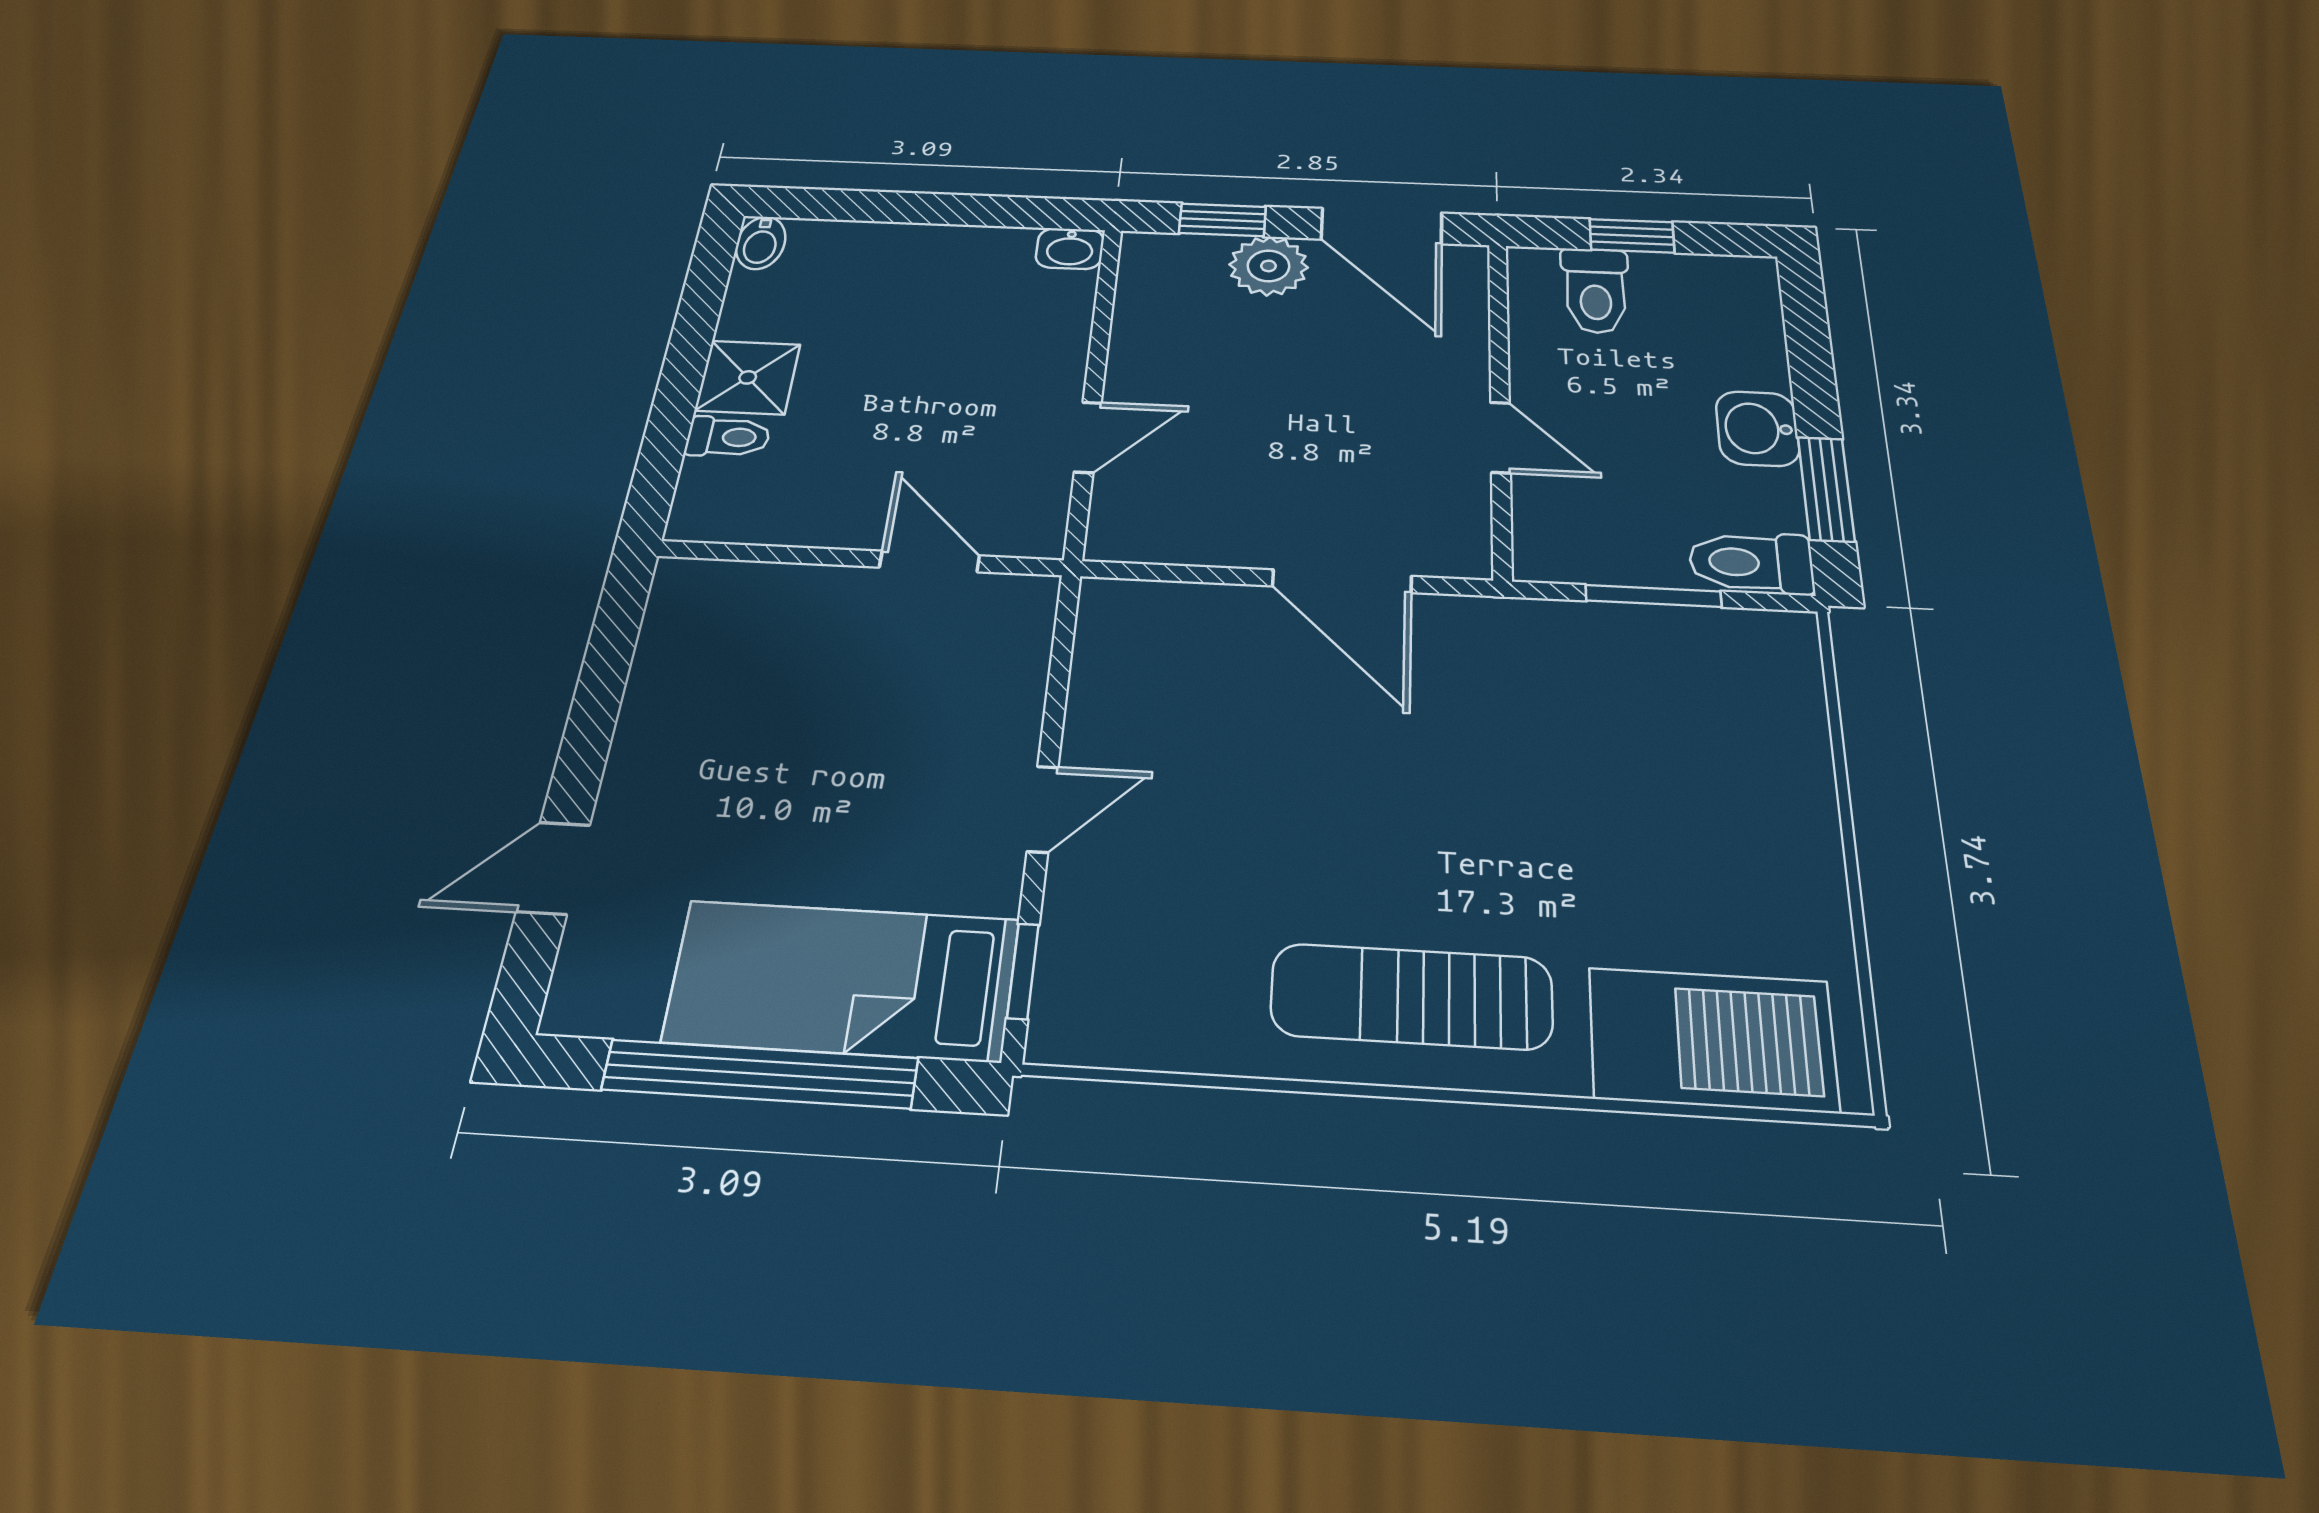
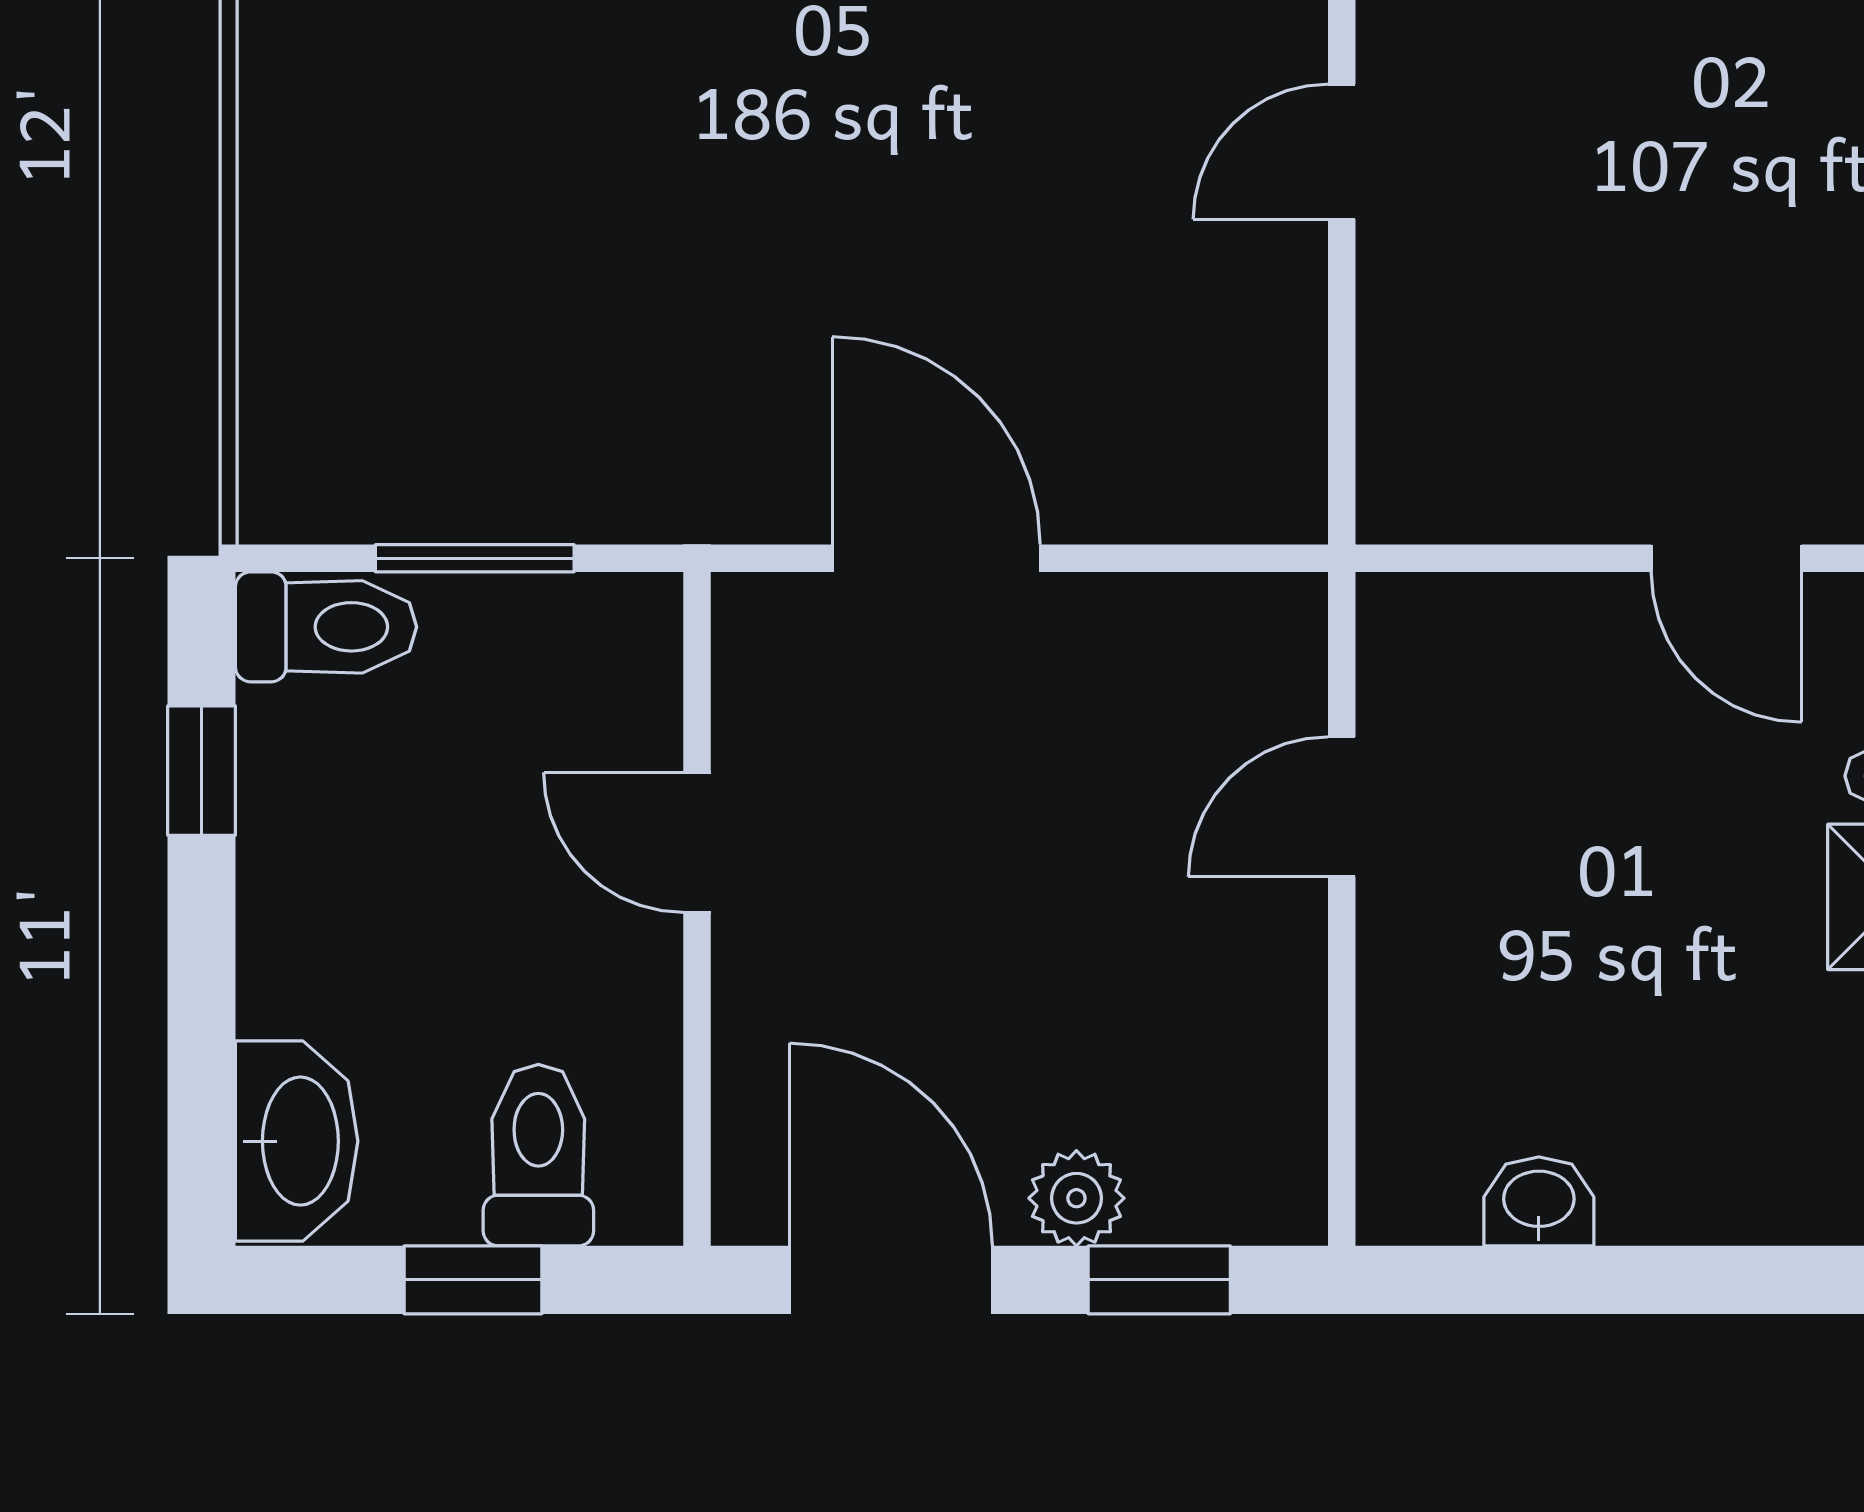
washbasin: (1070, 249) -> (1539, 1201), moved
plant: (1269, 266) -> (1076, 1198), width x0.73, depth x0.73
washbasin: (1757, 428) -> (297, 1141), moved, width x1.38
window: (1826, 489) -> (202, 771), width x0.67
door: (929, 561) -> (1726, 558), moved

